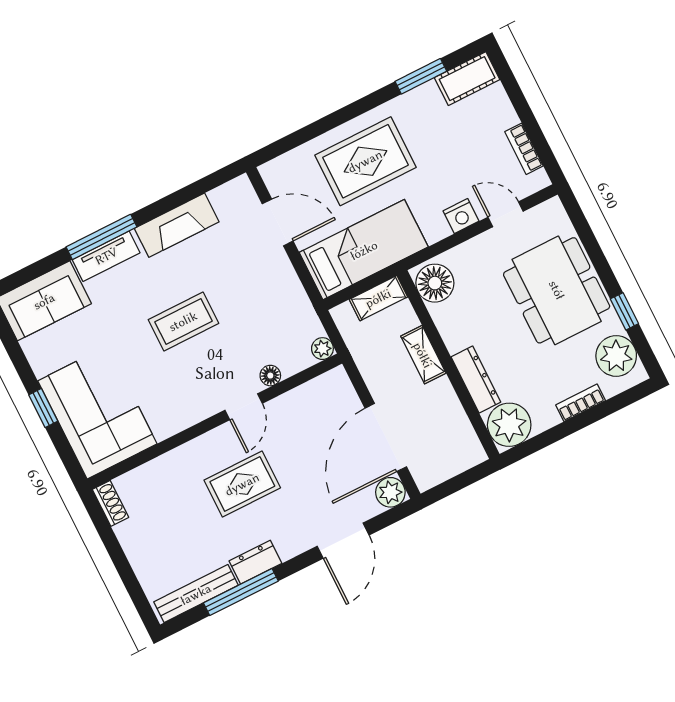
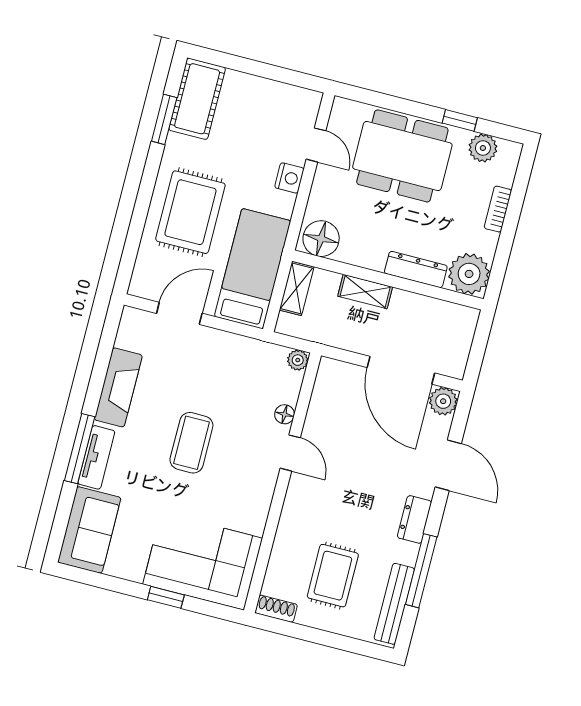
cot: (467, 79) -> (197, 99), width x1.37, depth x1.34
bookcase: (524, 149) -> (281, 91), removed
door: (506, 214) -> (316, 145), swing flipped
plant: (616, 356) -> (483, 148), width x0.73, depth x0.73
rug: (242, 484) -> (333, 576), moved
dresser: (255, 562) -> (415, 519), moved

